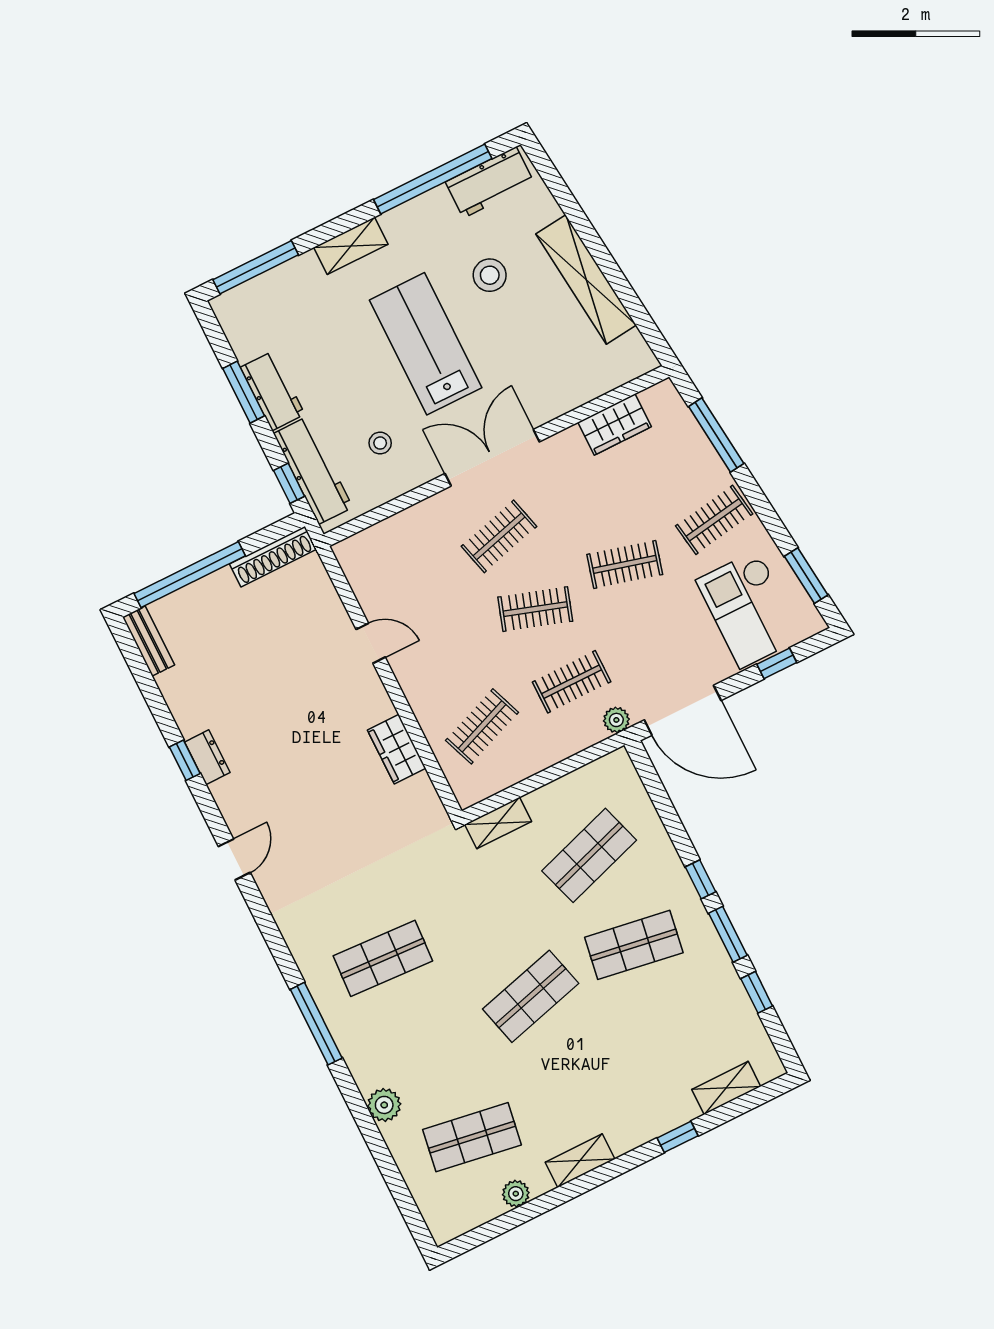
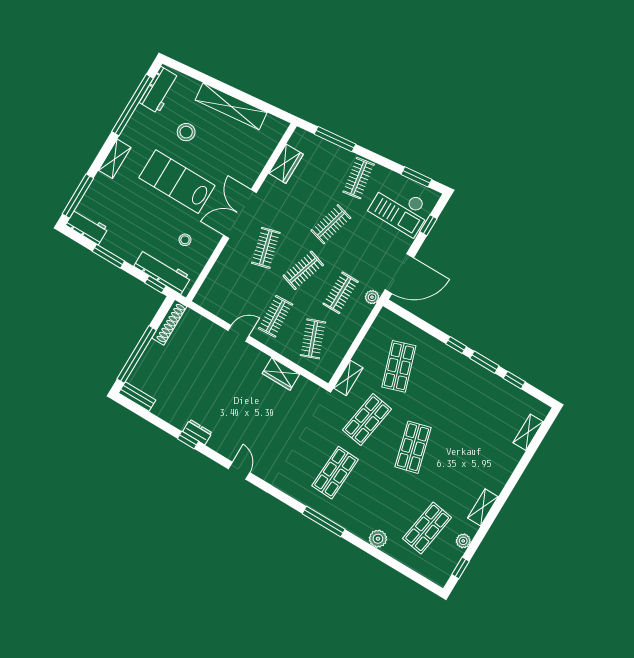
workbench: (273, 391) -> (87, 227), moved
clothes rail: (446, 654) -> (276, 316), added
shop shelf: (634, 945) -> (367, 419), moved
window: (678, 1137) -> (460, 568), moved

